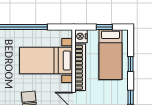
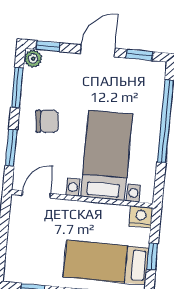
bookcase: (80, 67) -> (90, 210), removed

